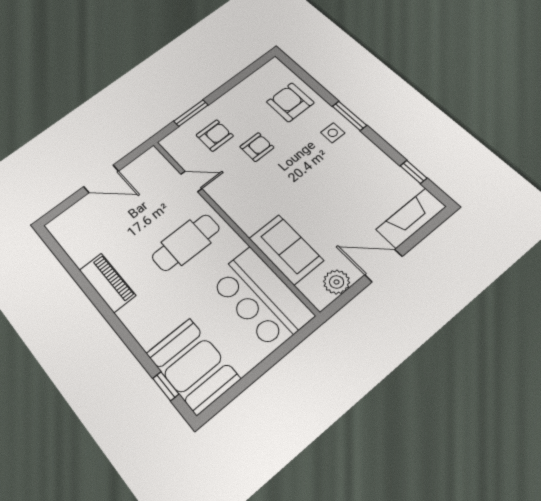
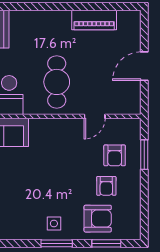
window: (306, 78) -> (106, 243), added
armchair: (257, 147) -> (106, 186), moved
piano: (107, 283) -> (94, 20), moved

